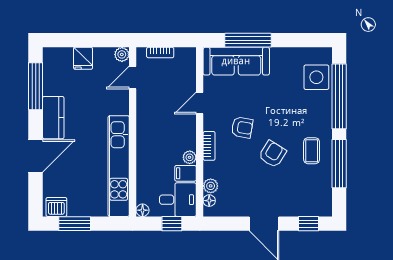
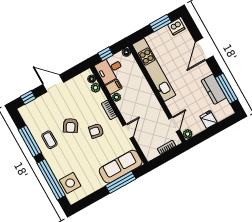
kitchen counter: (53, 118) -> (214, 89), moved

